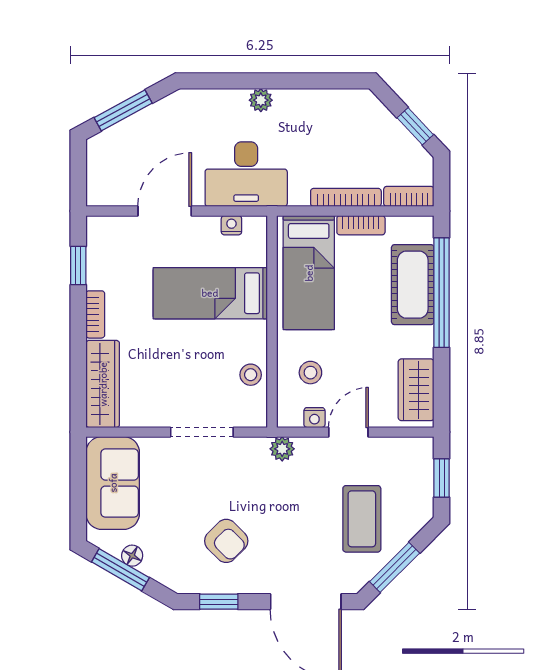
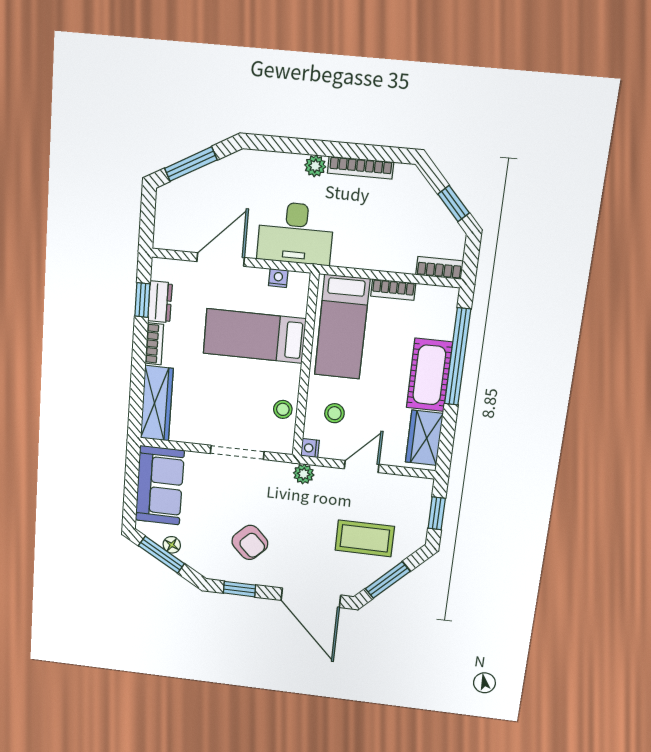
bookcase: (346, 197) -> (361, 168), moved, turned 180
dresser: (99, 265) -> (160, 302), added
cot: (413, 285) -> (429, 375), moved
nightstand: (314, 418) -> (310, 448), moved, turned 90
coffee table: (362, 519) -> (365, 538), turned 90

